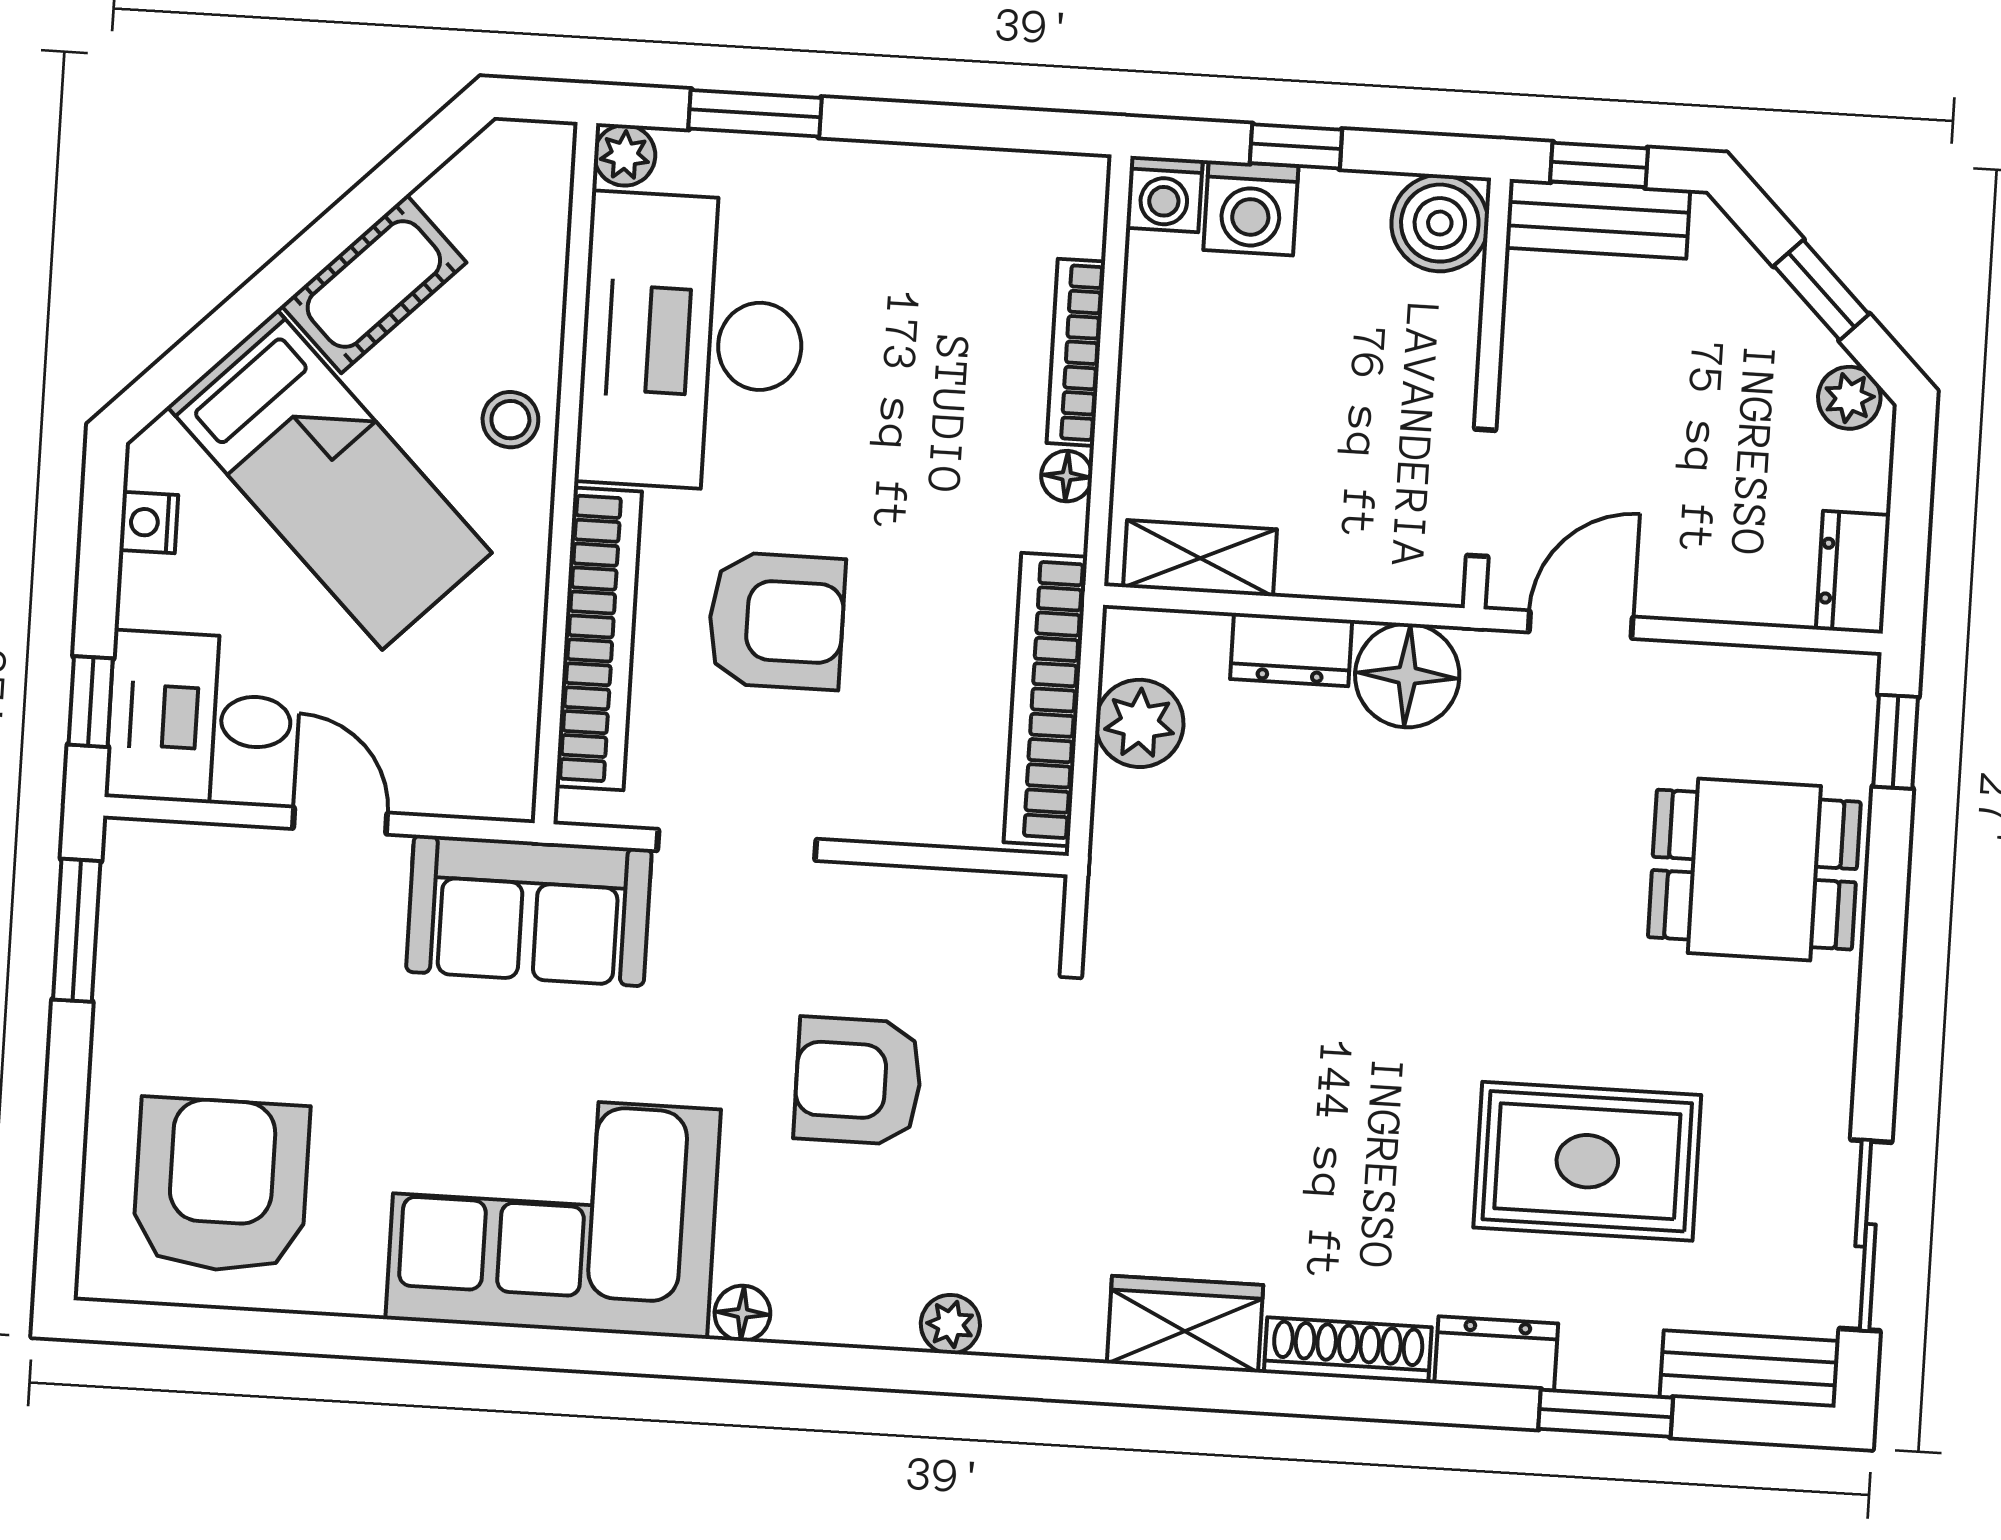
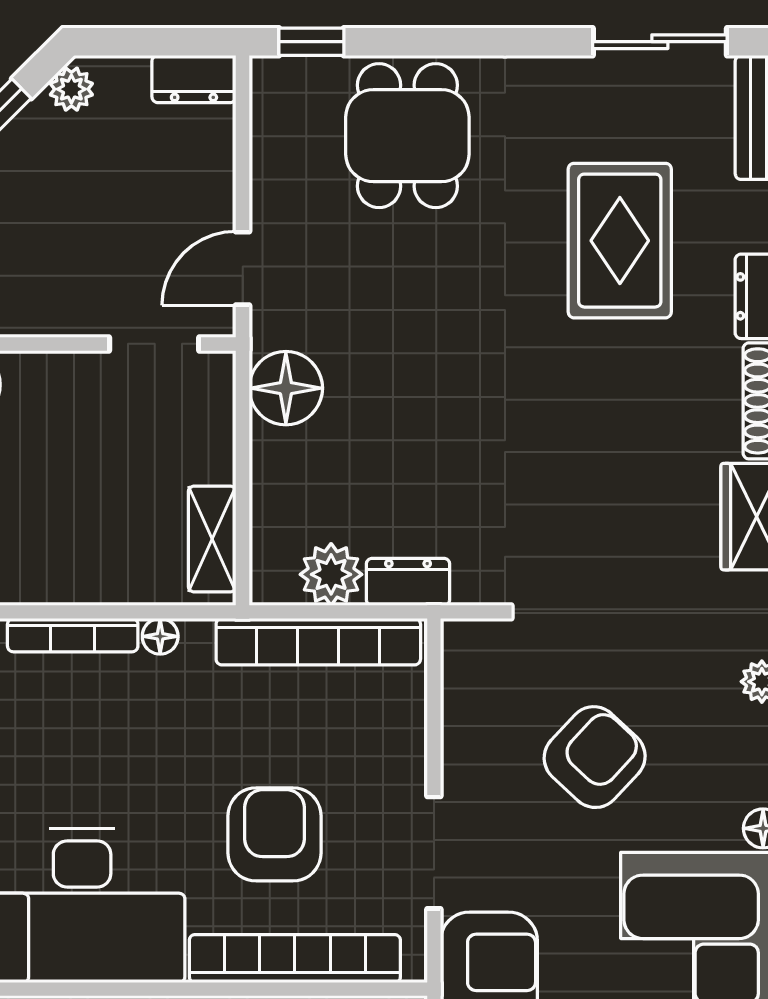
door: (1581, 625) -> (243, 268), hinge flipped
dresser: (1291, 650) -> (408, 582), moved, turned -90
armchair: (858, 1081) -> (595, 757), turned -137

